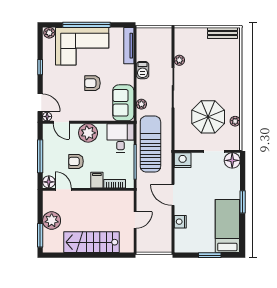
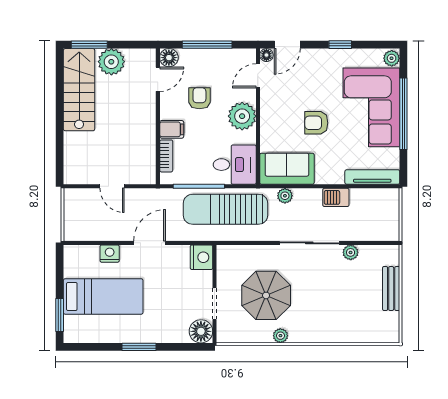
bench: (223, 33) -> (391, 288), moved
armchair: (92, 83) -> (316, 123), turned -90
plant: (235, 121) -> (280, 336), moved
sun lounger: (150, 144) -> (225, 209), turned 180
bed: (227, 226) -> (103, 296), moved
stairs: (91, 242) -> (79, 90), moved
window: (210, 255) -> (60, 315), moved

